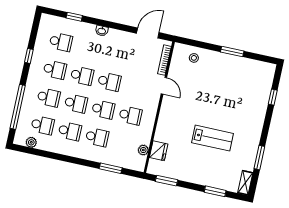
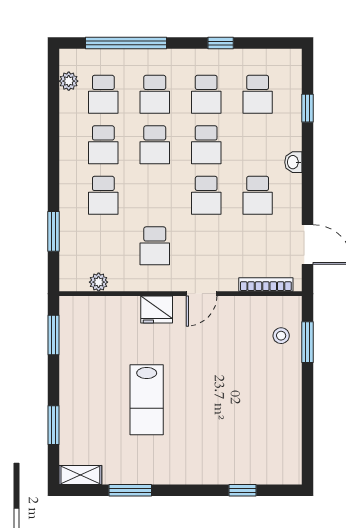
window: (232, 51) -> (307, 342), moved
door: (164, 86) -> (202, 294), moved
school desk: (103, 109) -> (258, 195), moved
fridge: (159, 151) -> (157, 310), moved

